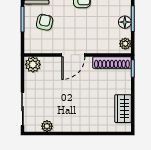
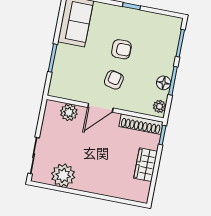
armchair: (45, 22) -> (114, 80), moved
plant: (33, 64) -> (69, 112), moved
wardrobe: (123, 109) -> (146, 165), moved
plant: (47, 126) -> (63, 175), width x1.87, depth x1.87

